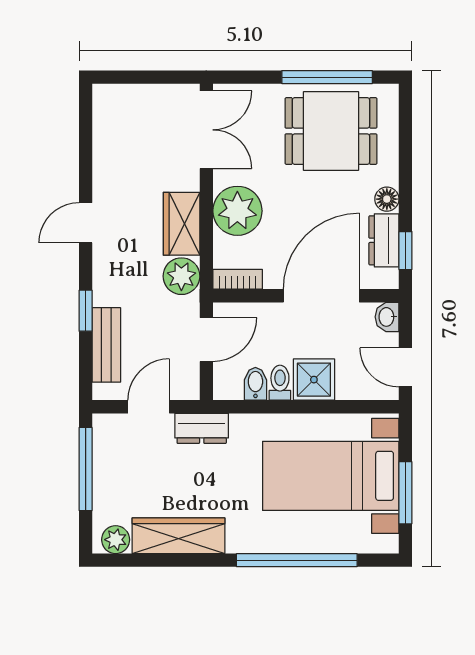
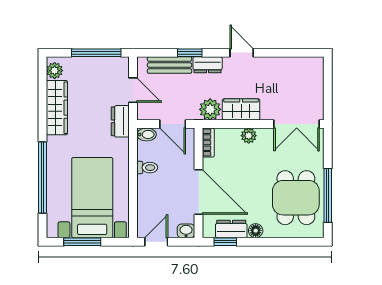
plant: (237, 211) -> (249, 136), width x0.53, depth x0.53
dresser: (106, 280) -> (208, 65), added
shower: (314, 380) -> (149, 188), removed
bidet: (255, 384) -> (147, 134), moved

